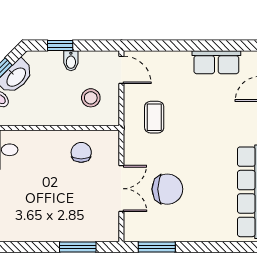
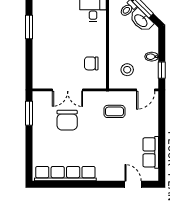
window: (60, 45) -> (162, 70), moved
chair: (81, 152) -> (91, 63), turned 180
window: (78, 247) -> (29, 27), moved

